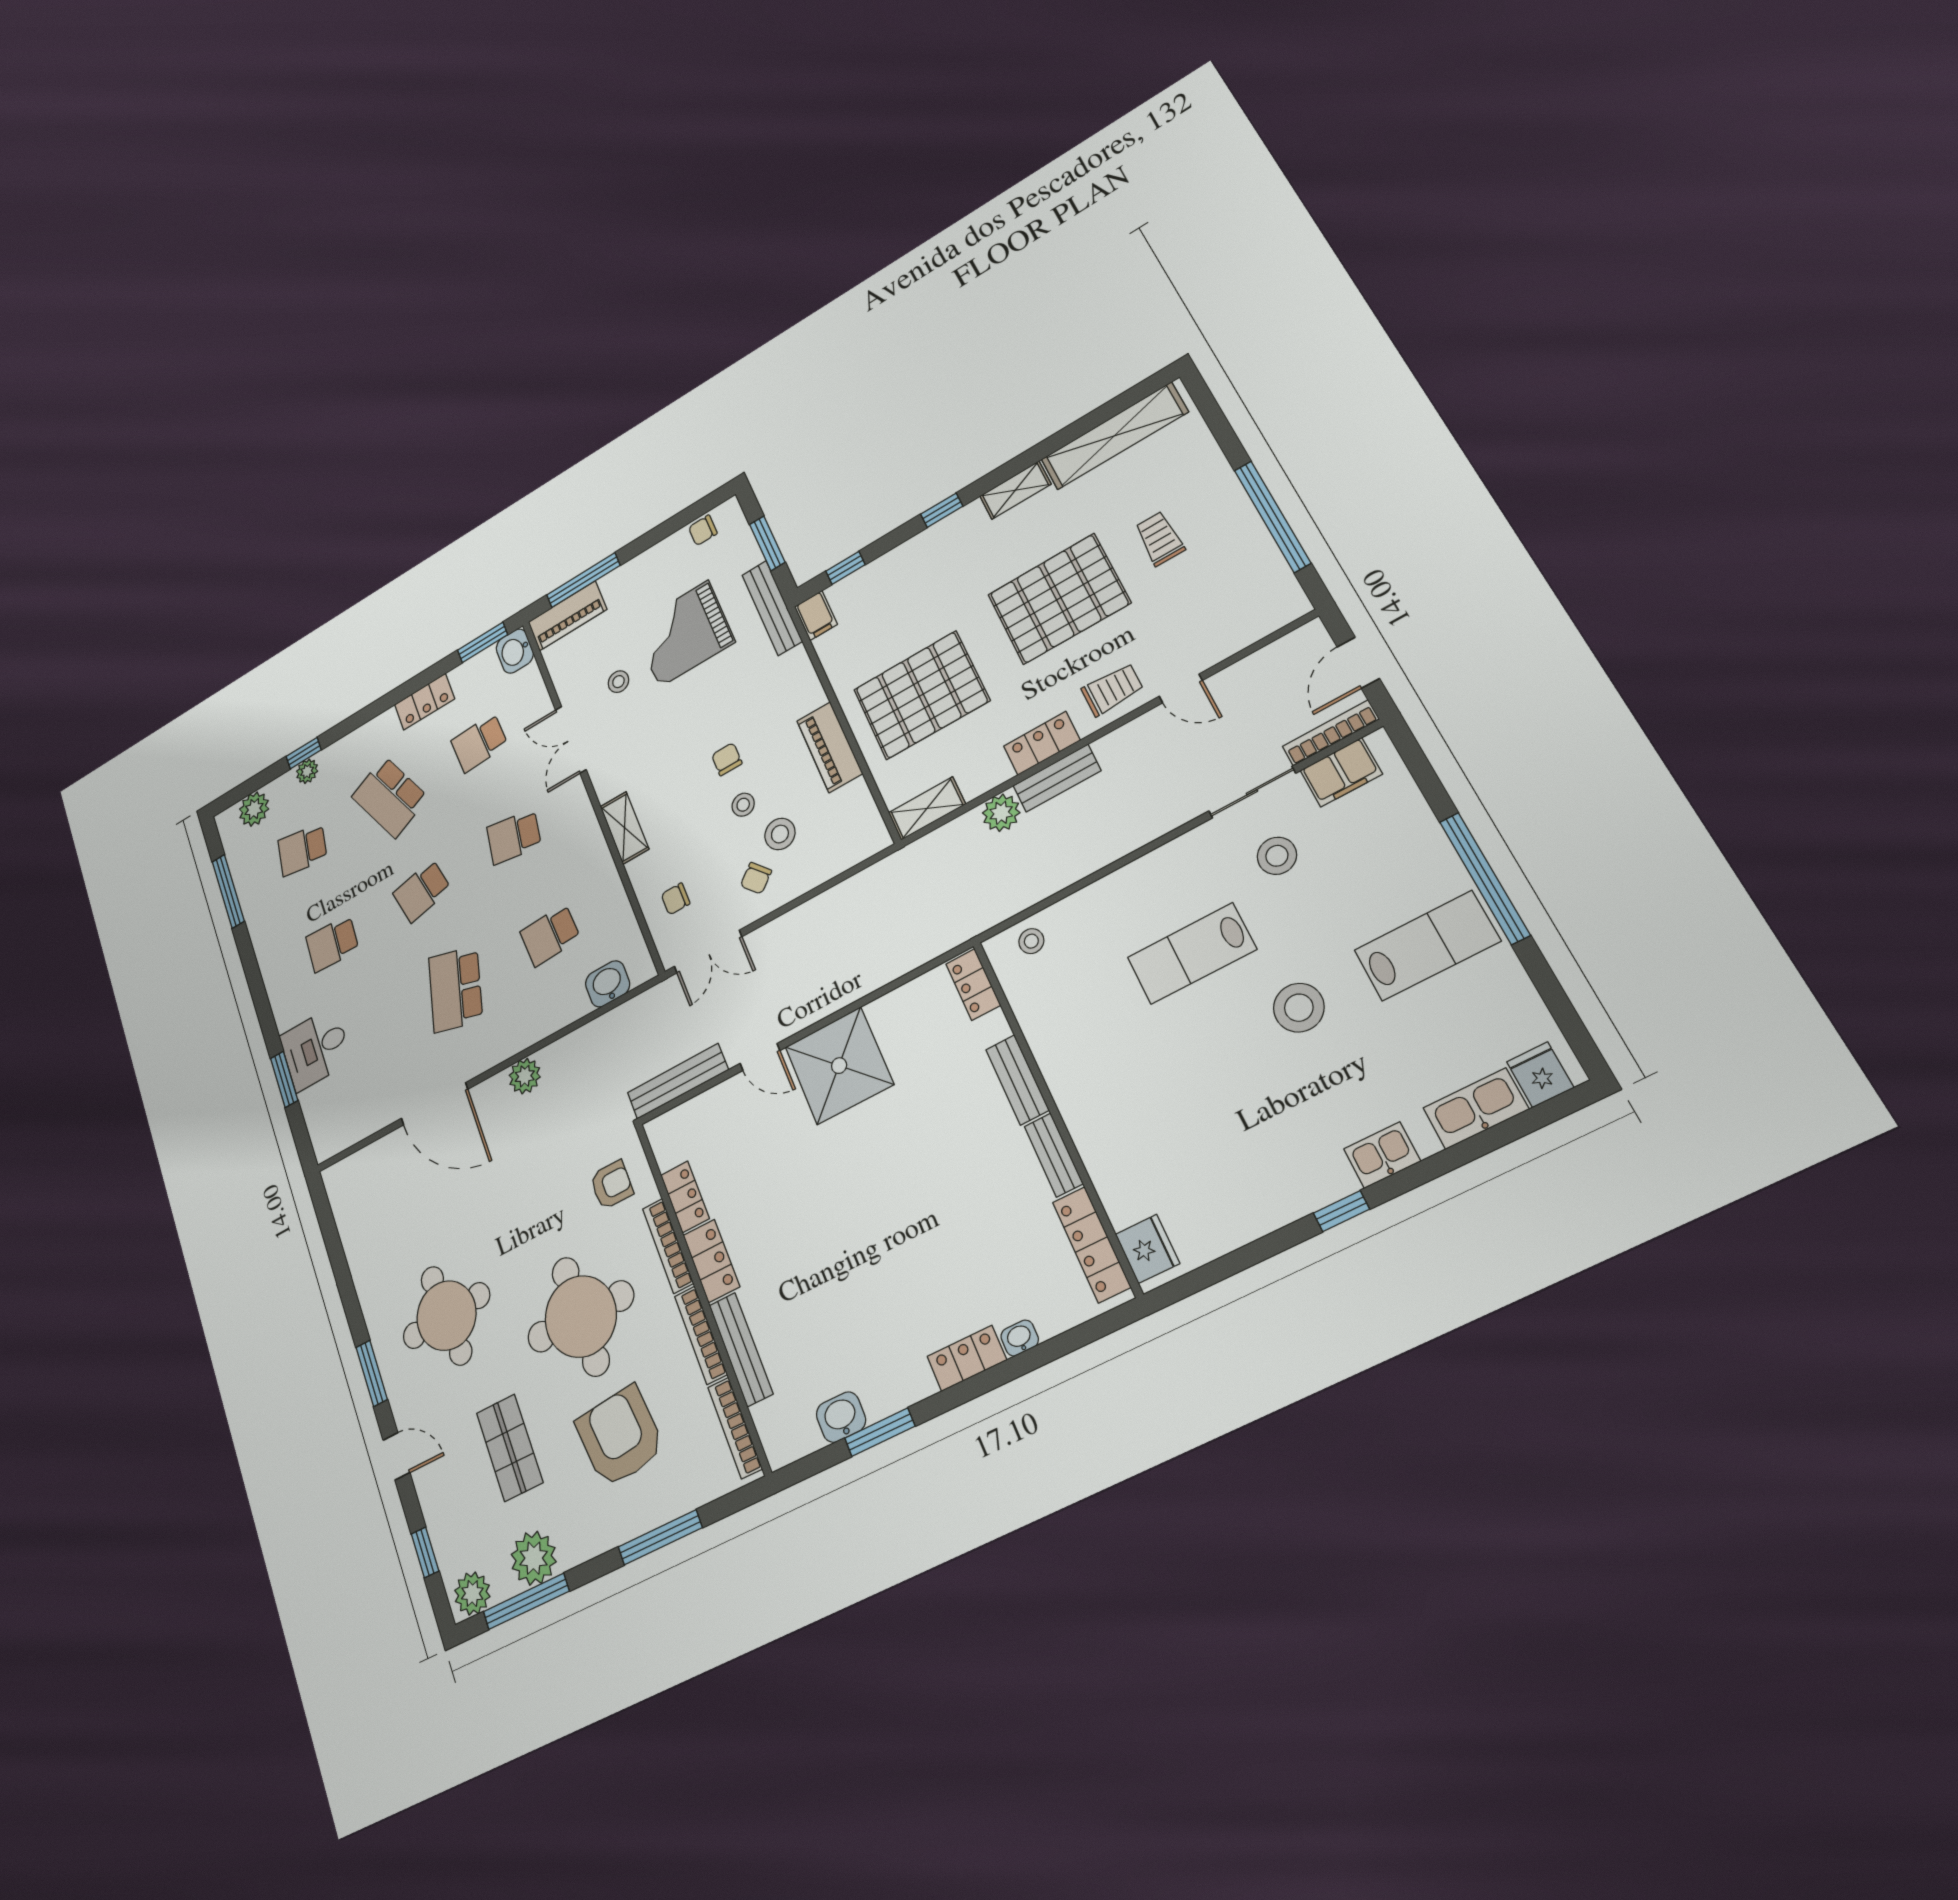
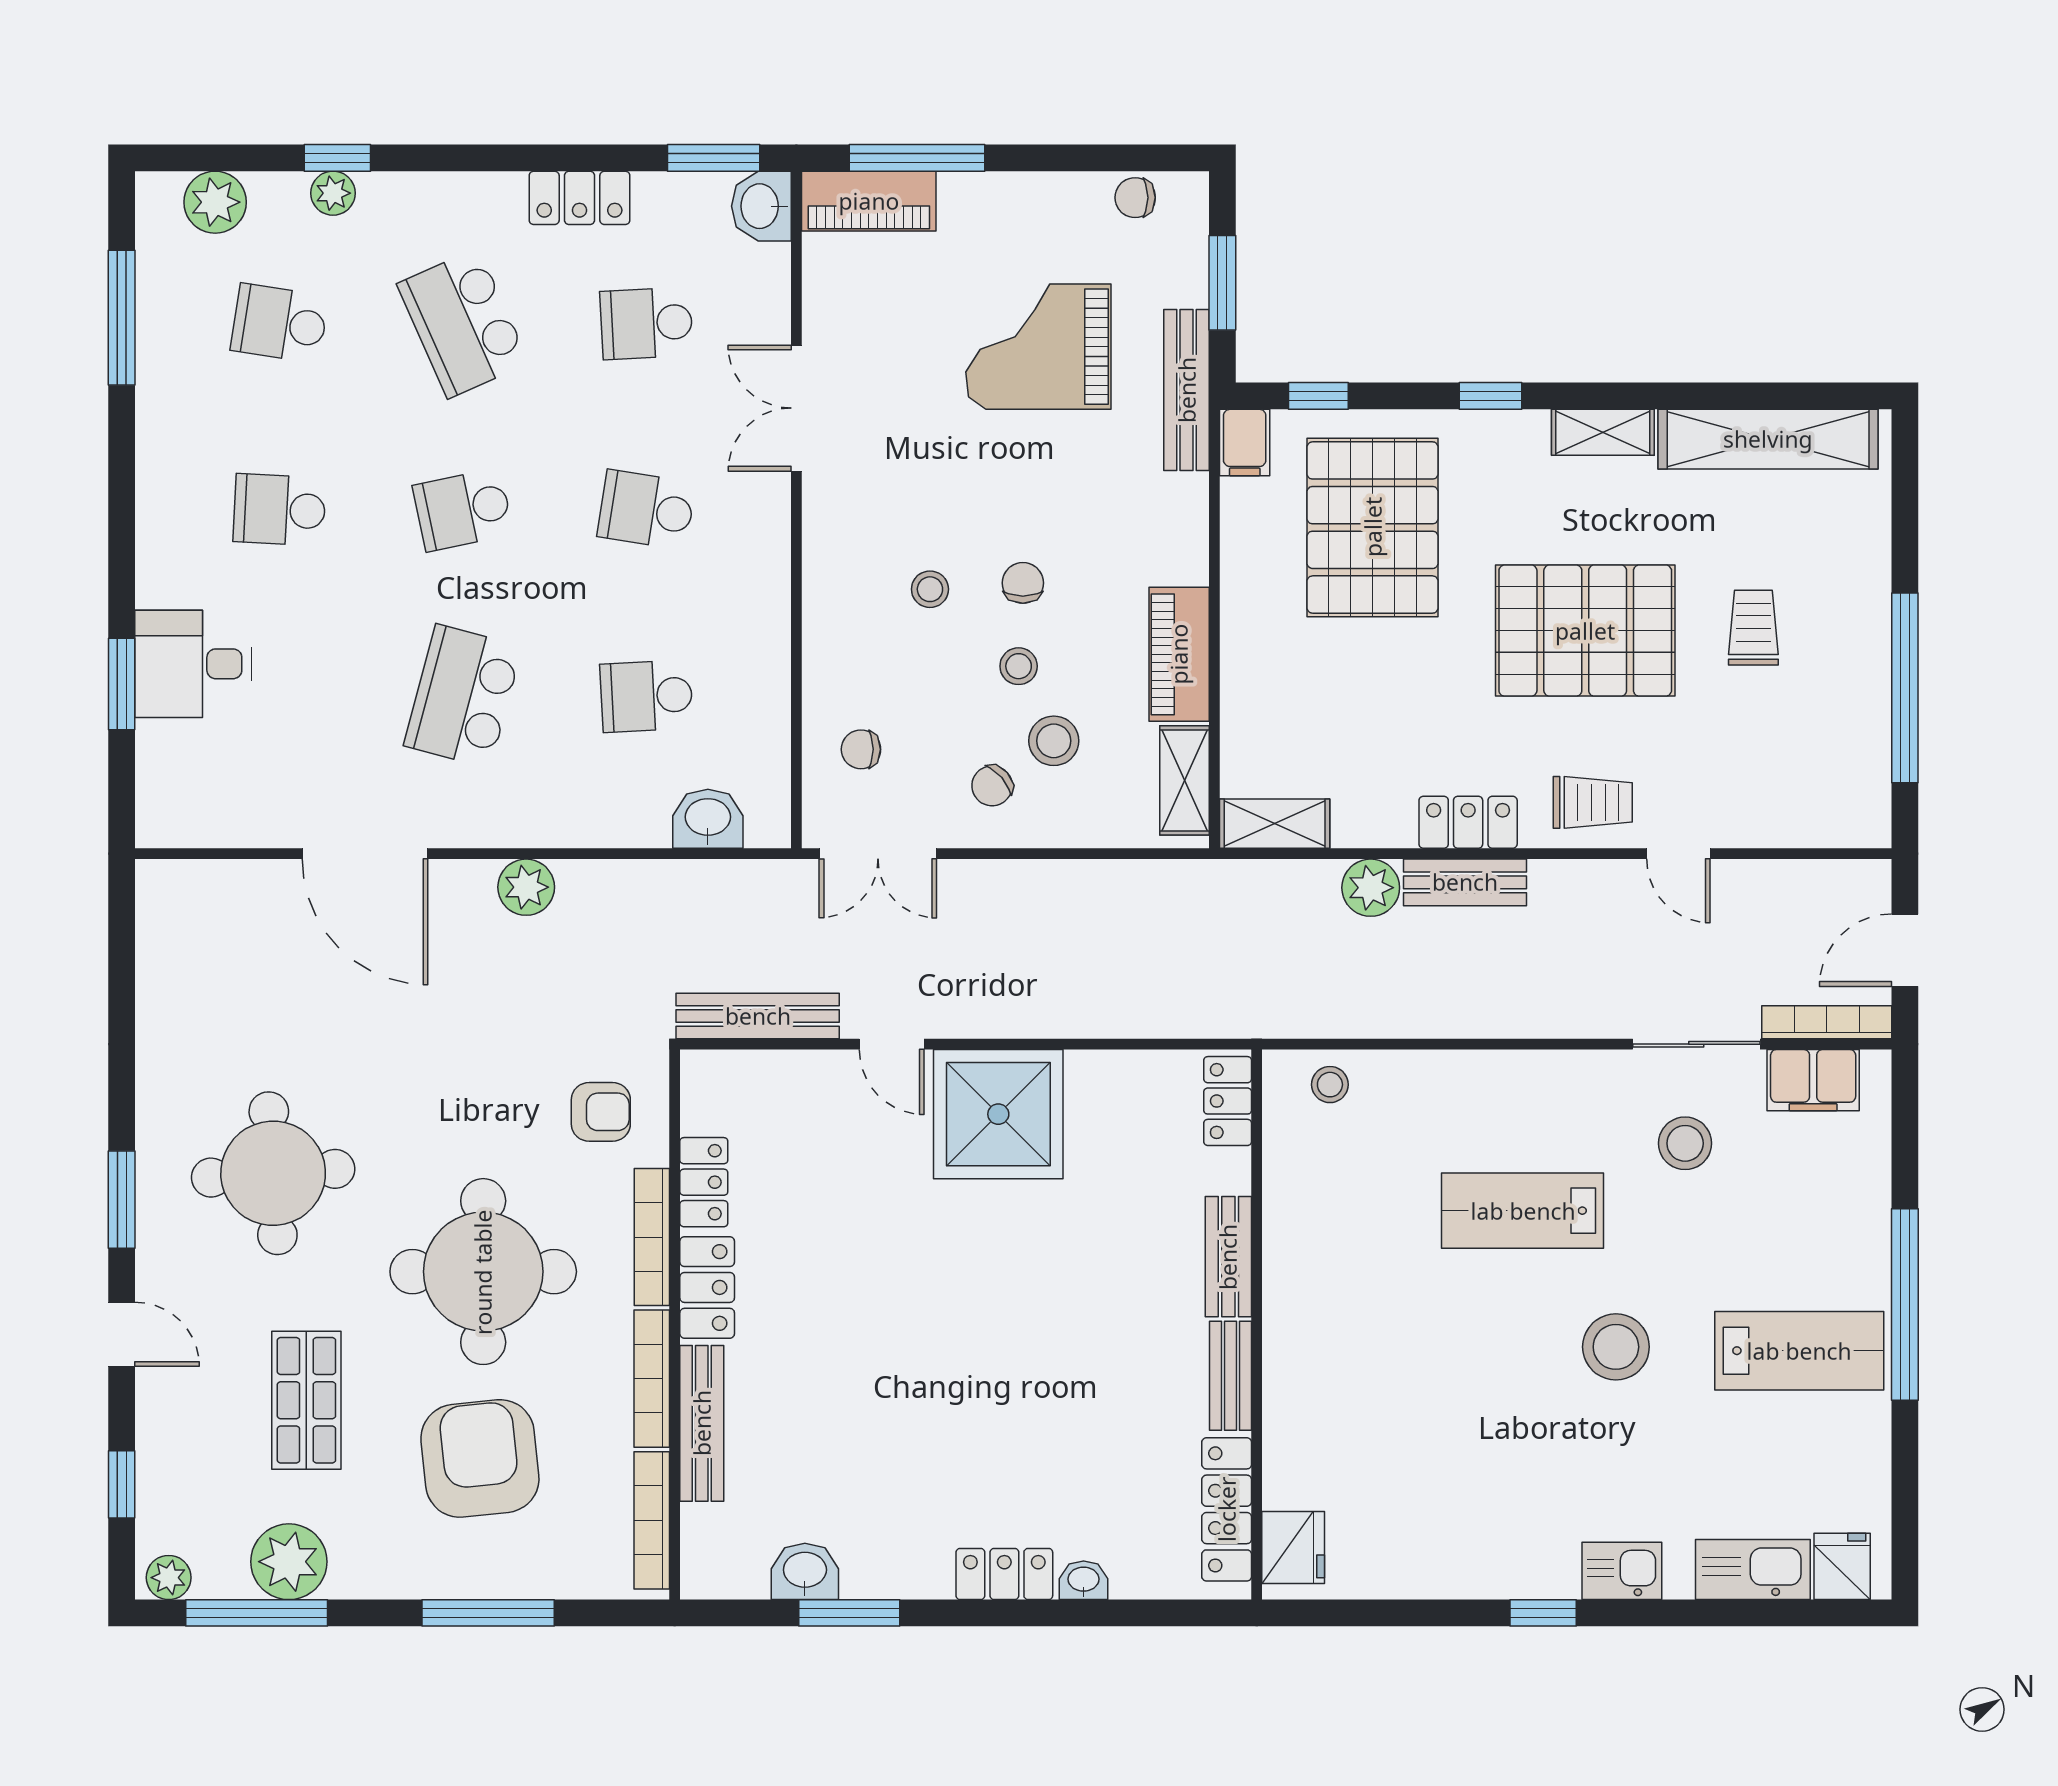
stool: (618, 682) -> (930, 589), moved
pallet: (921, 695) -> (1373, 527), moved, turned 90
shelving: (624, 828) -> (1184, 780), moved
plant: (472, 1593) -> (169, 1578), width x0.73, depth x0.73

